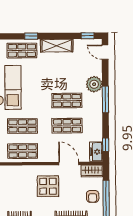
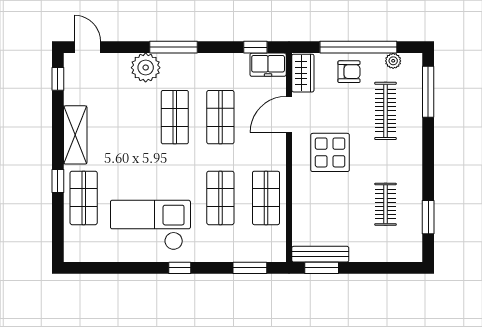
door: (105, 52) -> (88, 47), swing flipped

